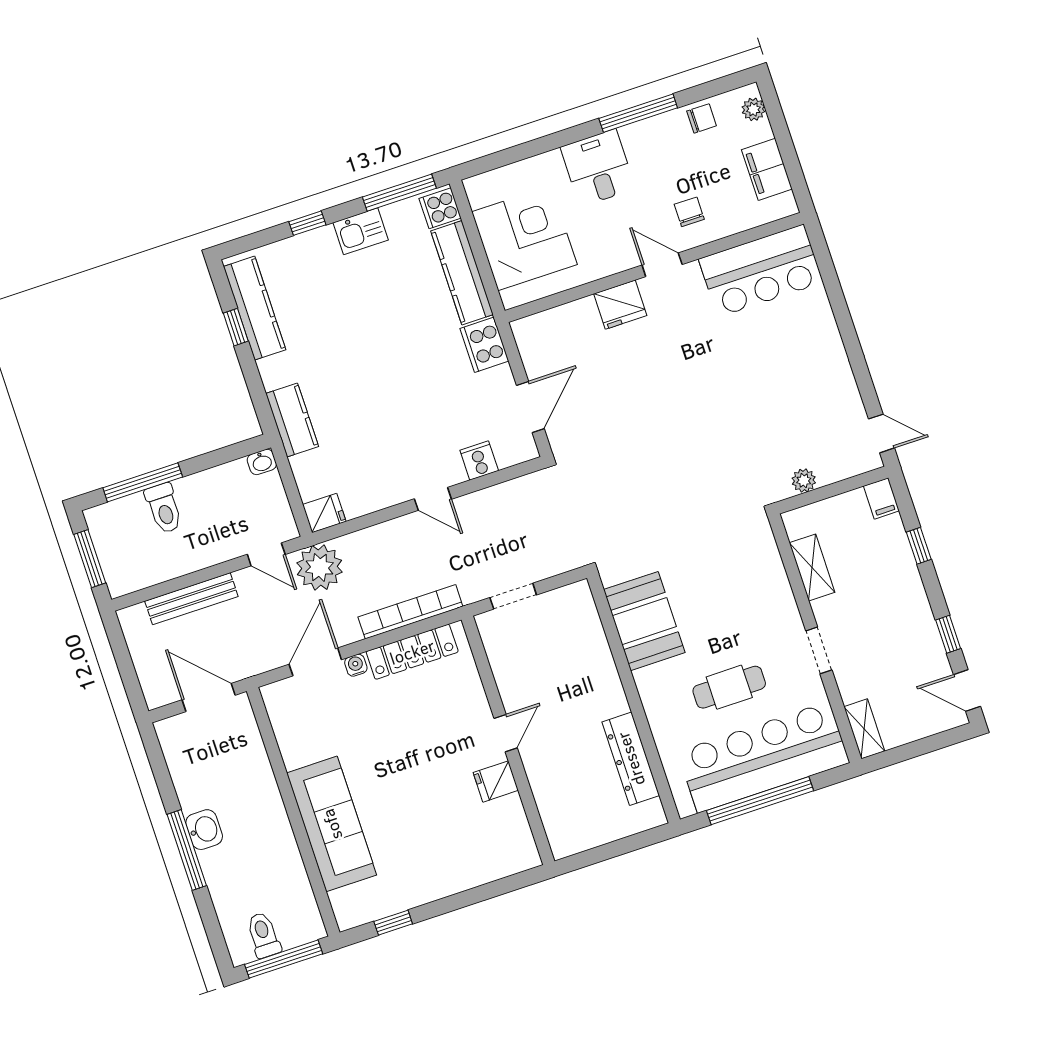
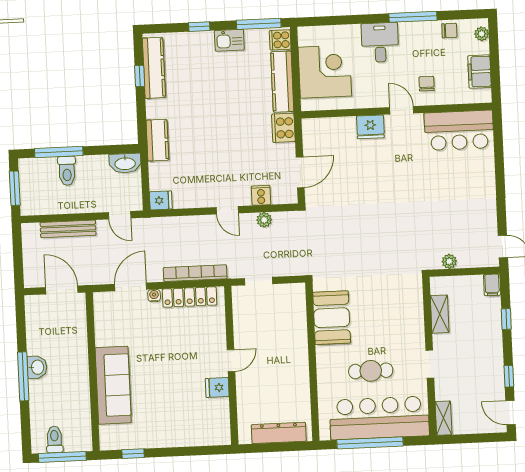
washbasin: (262, 462) -> (125, 163), width x1.91, depth x1.45
plant: (319, 567) -> (264, 220), moved, width x0.53, depth x0.53
dresser: (631, 759) -> (279, 433), moved, turned 90

